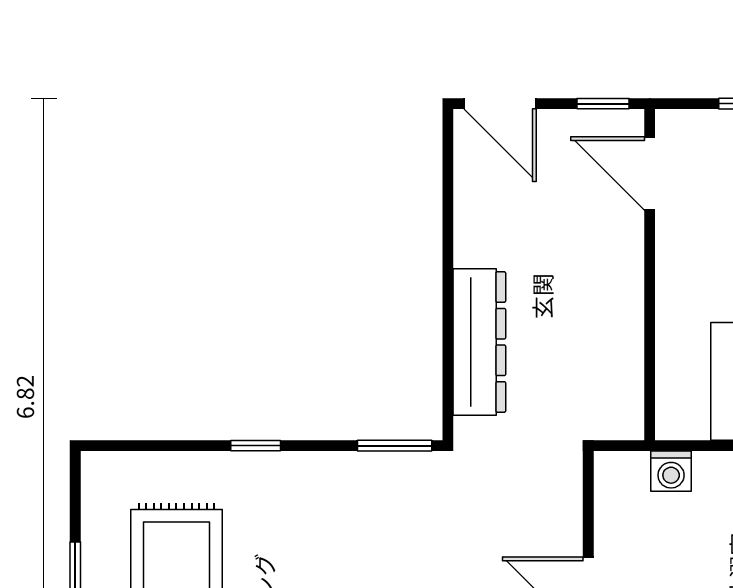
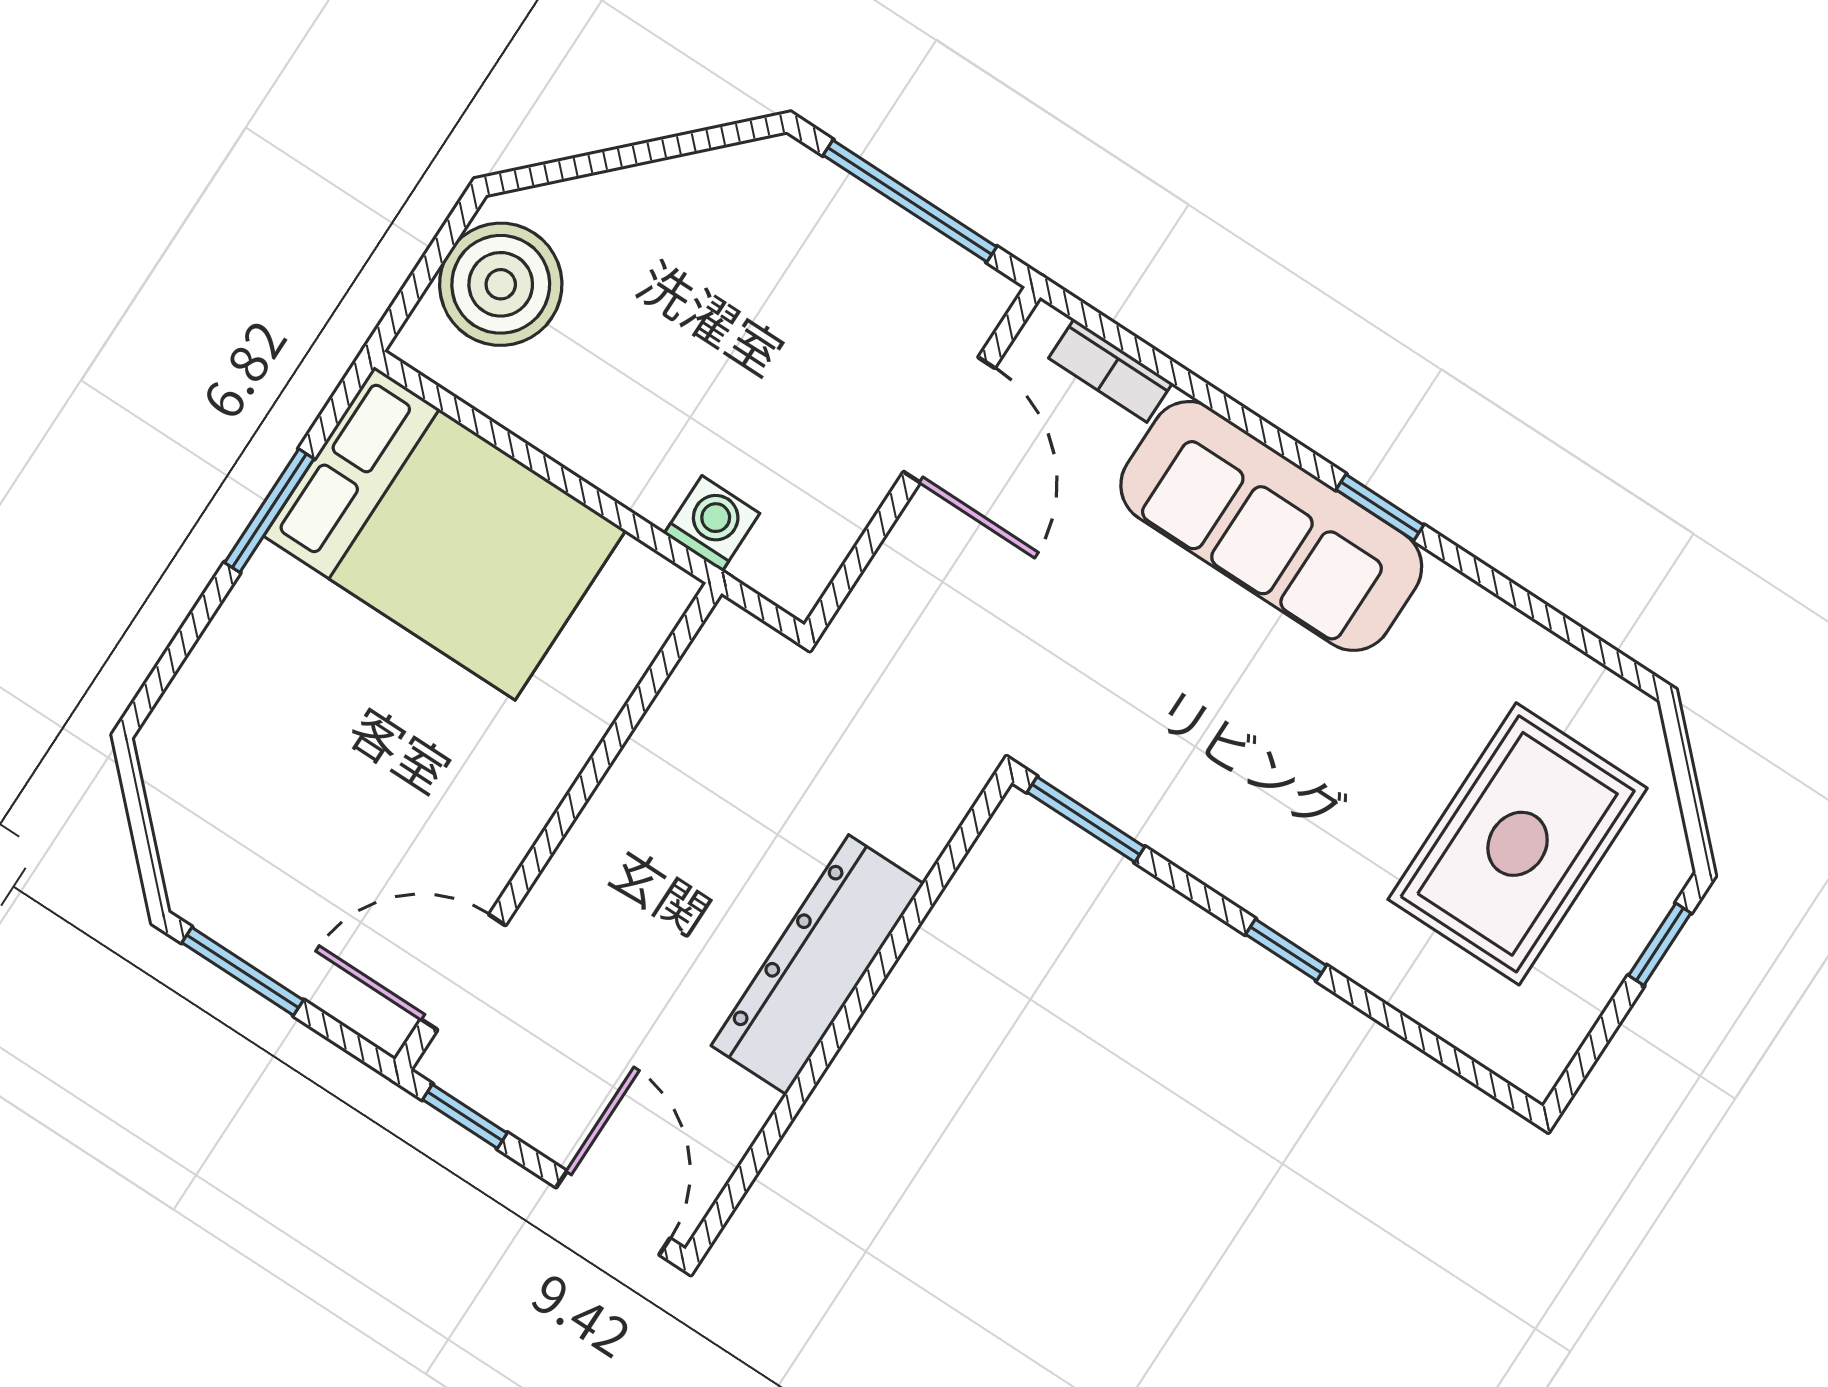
door: (650, 173) -> (463, 972), swing flipped
dresser: (479, 342) -> (817, 965), moved

